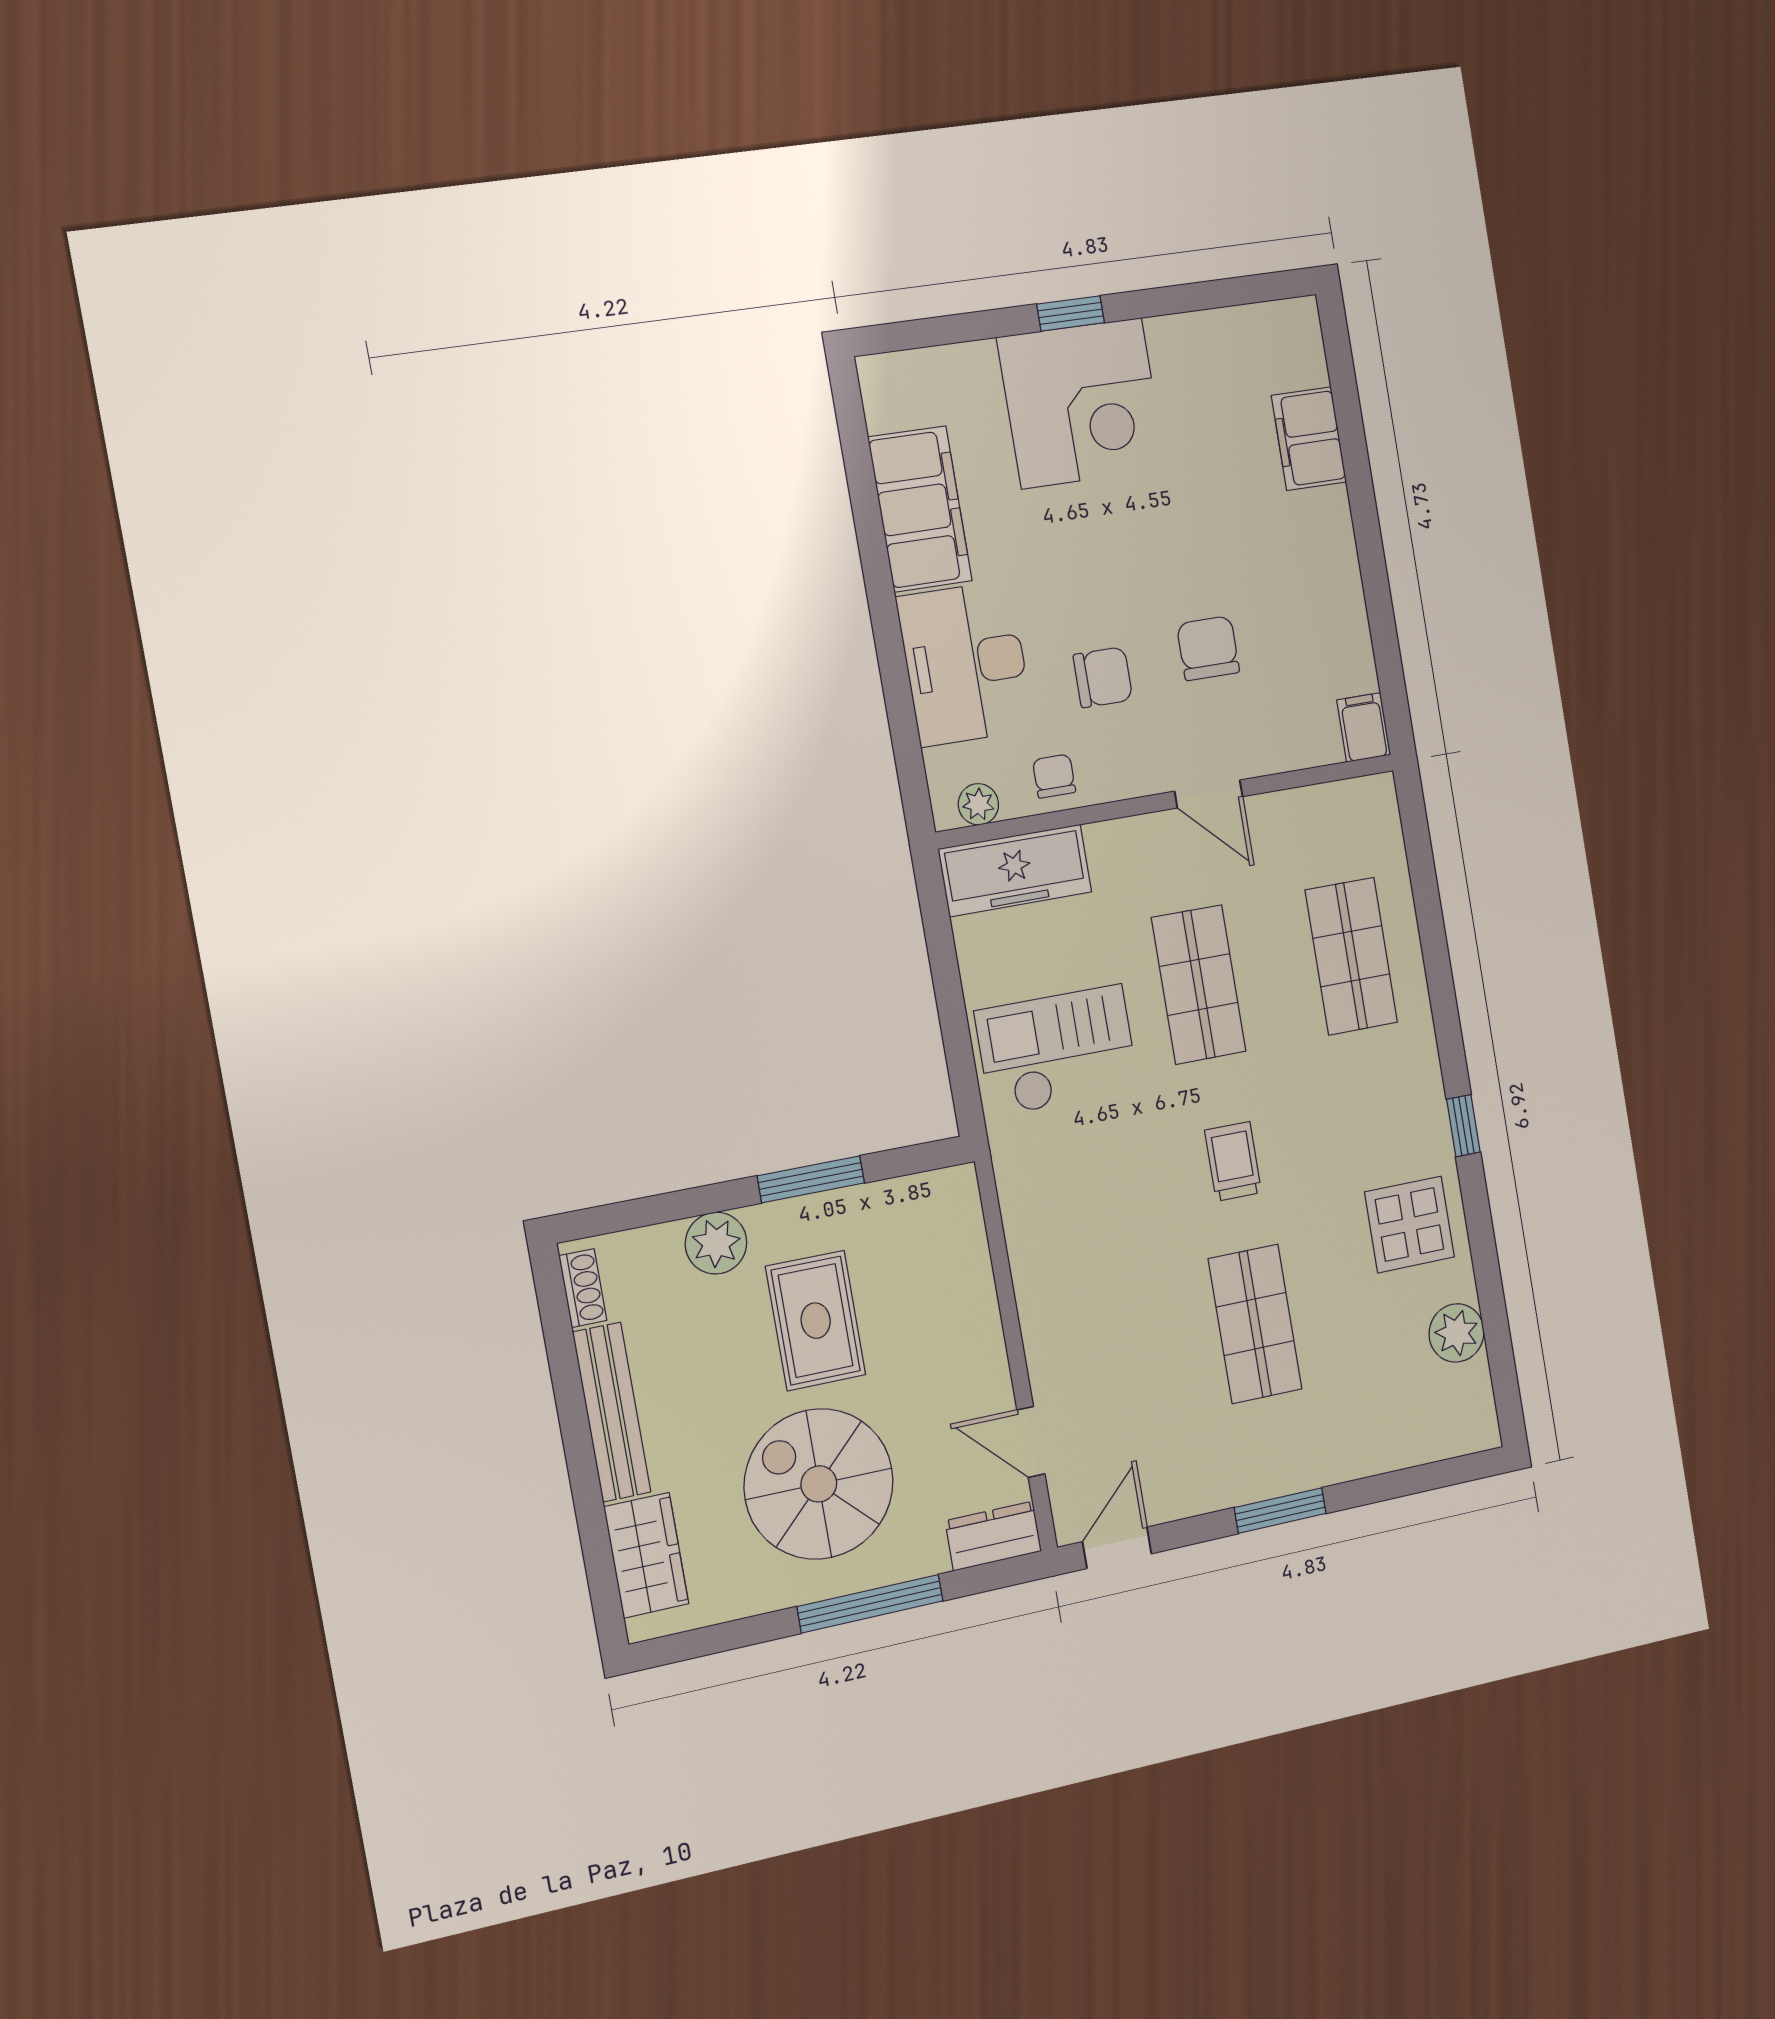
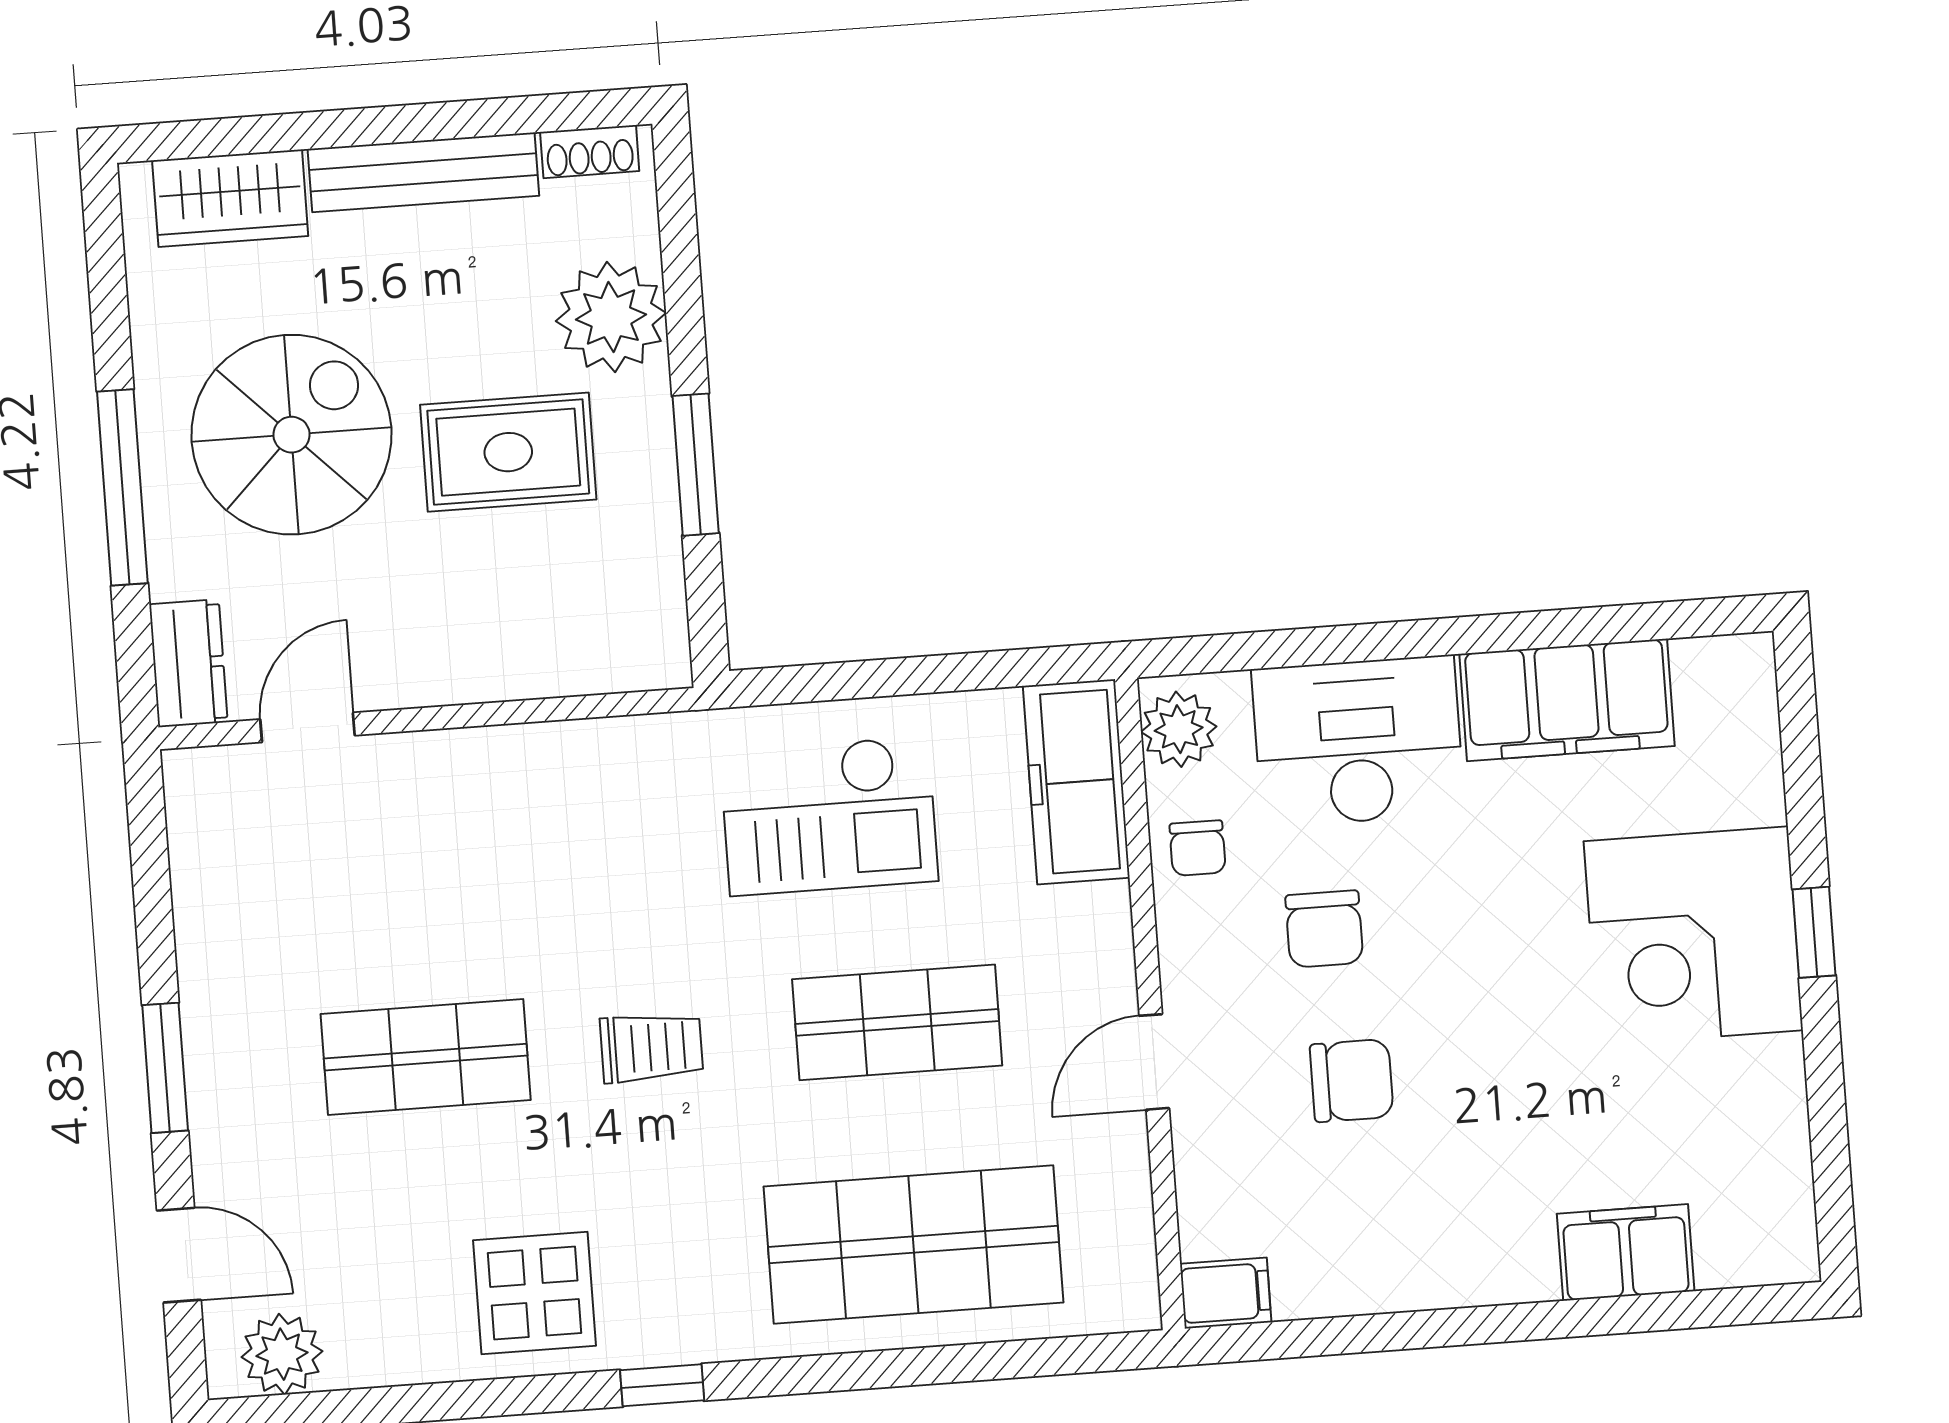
chair: (1054, 776) -> (1198, 848), turned 90
plant: (978, 804) -> (1179, 729), width x1.38, depth x1.38
shop shelf: (1351, 956) -> (914, 1244), width x1.43, depth x1.36
checkout: (1057, 1051) -> (829, 816), turned 90
plant: (716, 1243) -> (611, 317), width x1.36, depth x1.36
plant: (1457, 1333) -> (282, 1354), moved
door: (1117, 1548) -> (179, 1255), moved

